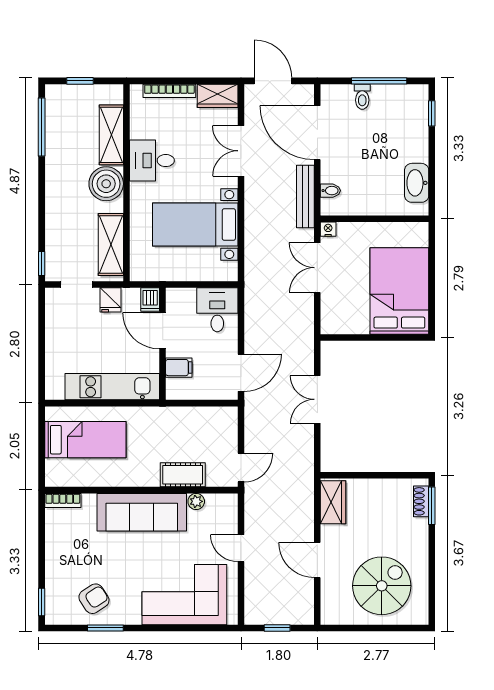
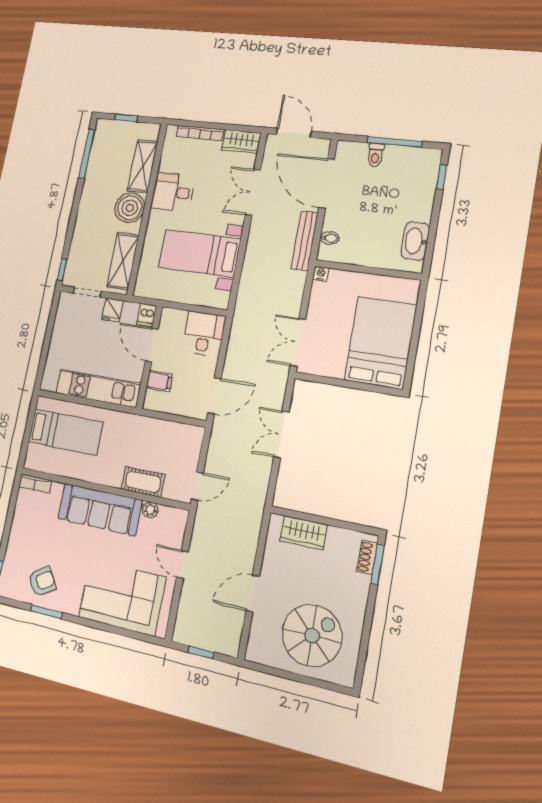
double door: (317, 268) -> (298, 342), moved
wardrobe: (333, 502) -> (304, 533), moved, turned 90
door: (317, 560) -> (253, 593), hinge flipped

